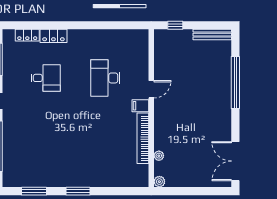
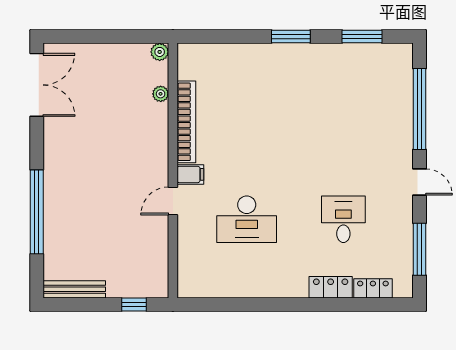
desk: (46, 78) -> (343, 219), turned 90
desk: (105, 78) -> (247, 219), turned 90

